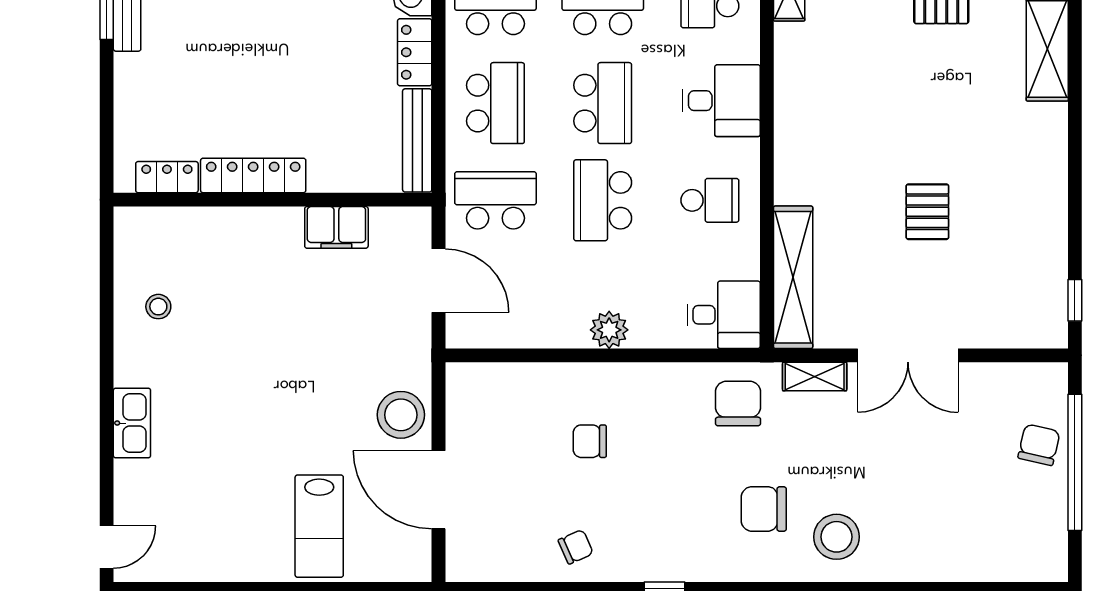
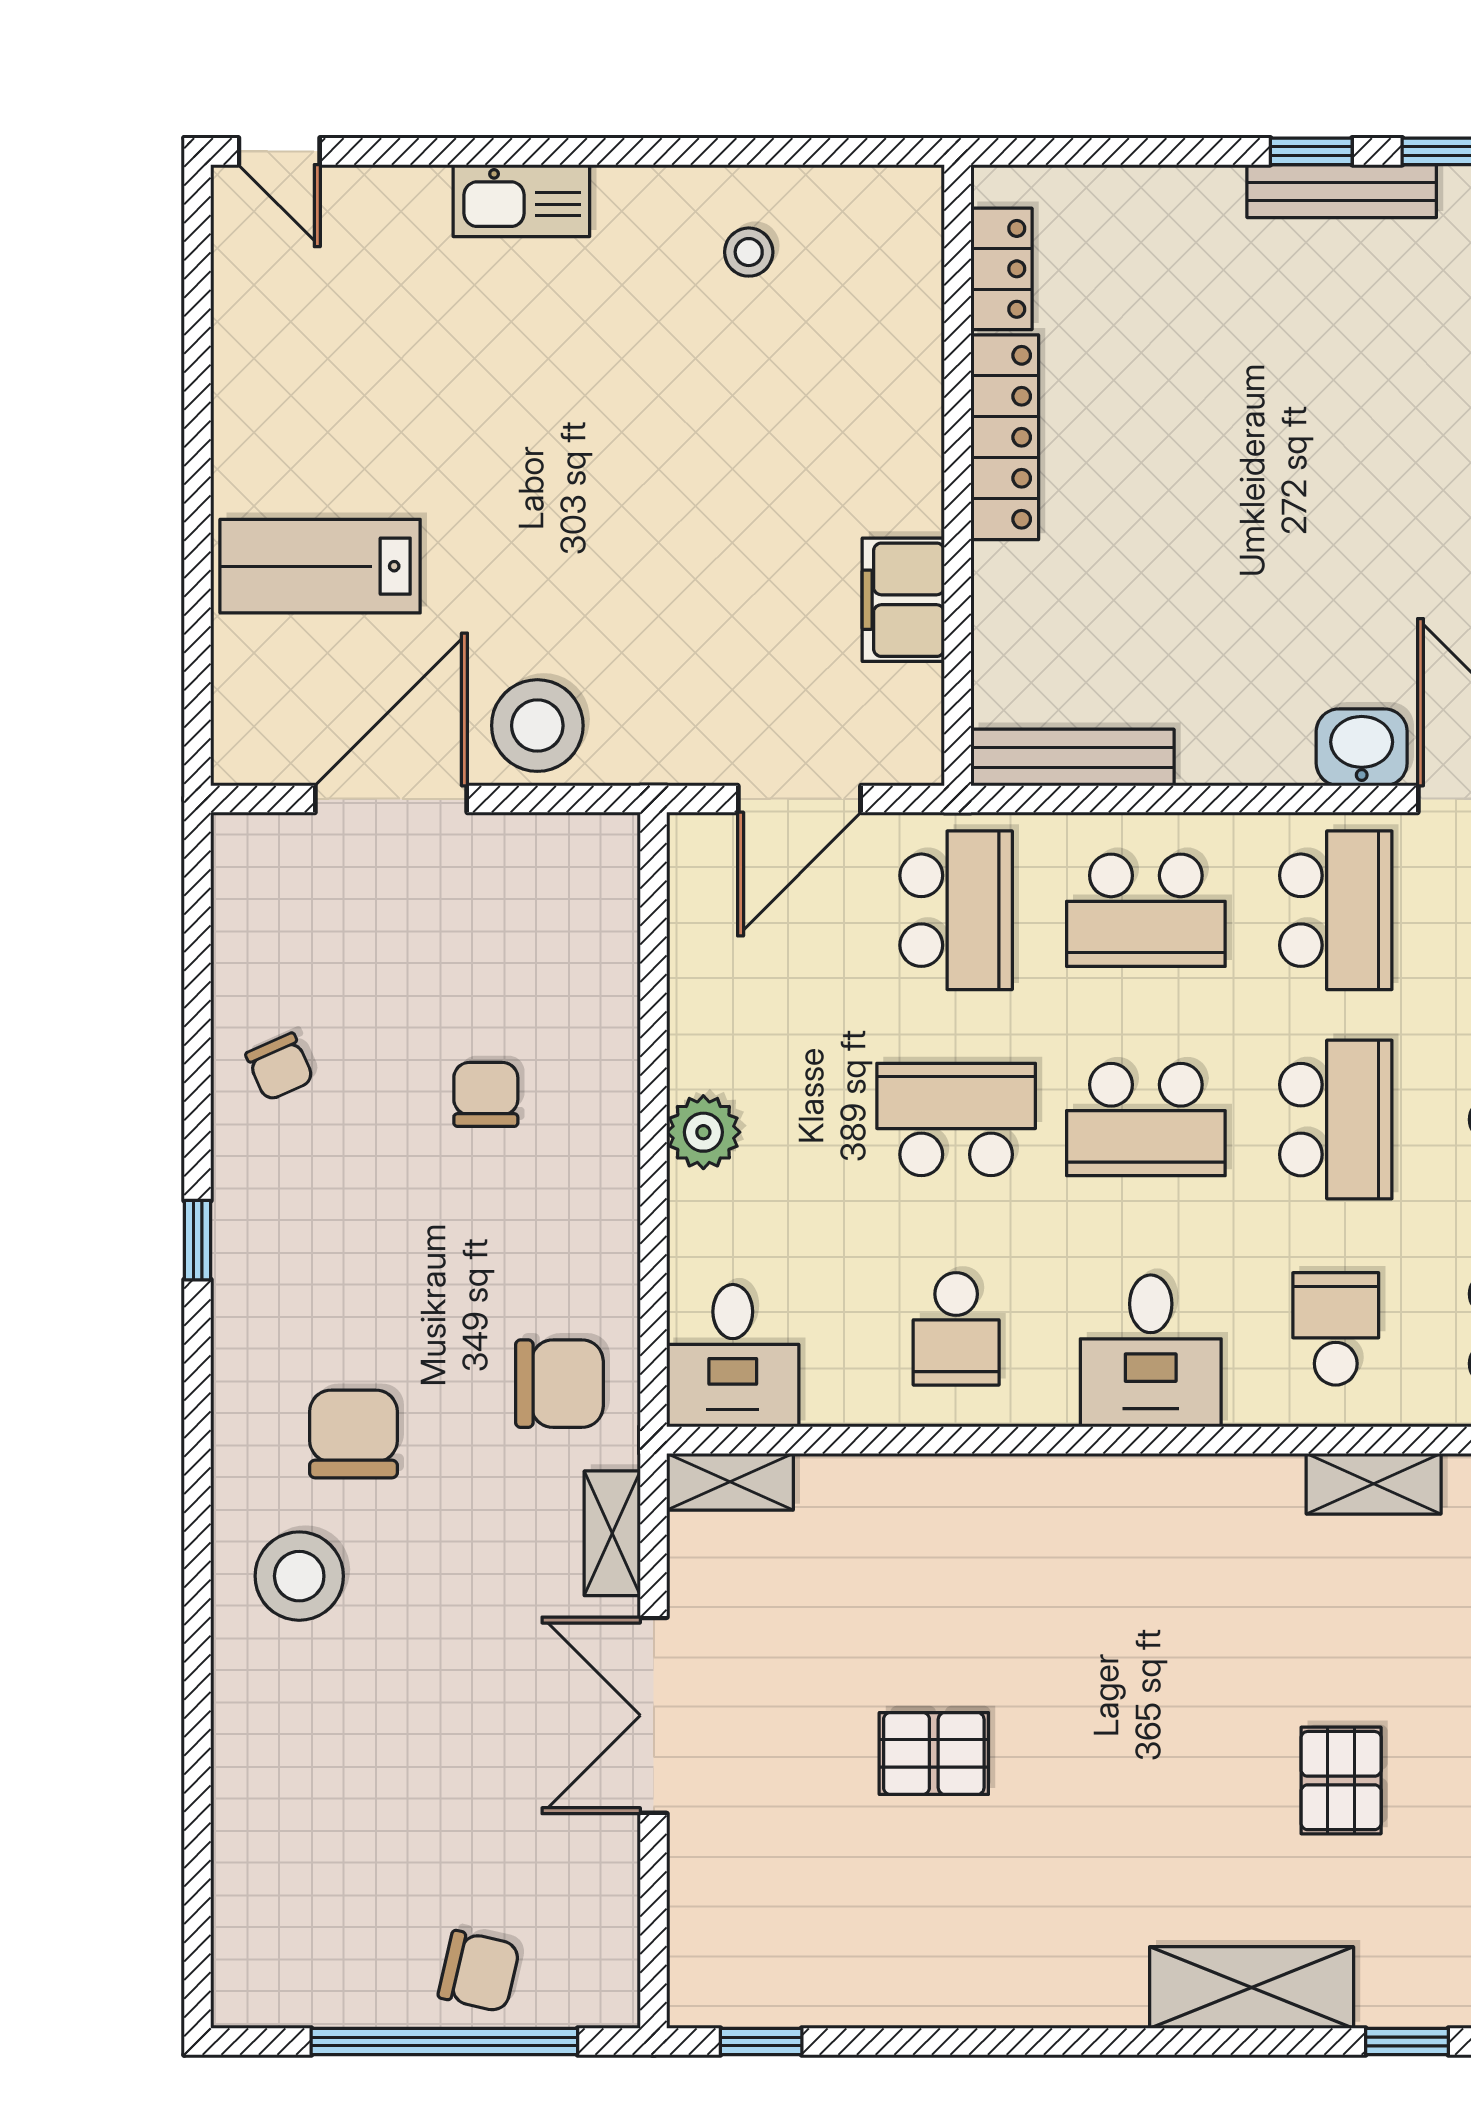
locker: (415, 52) -> (1245, 753), removed
shelving: (793, 277) -> (730, 1482), width x0.45, depth x0.75

